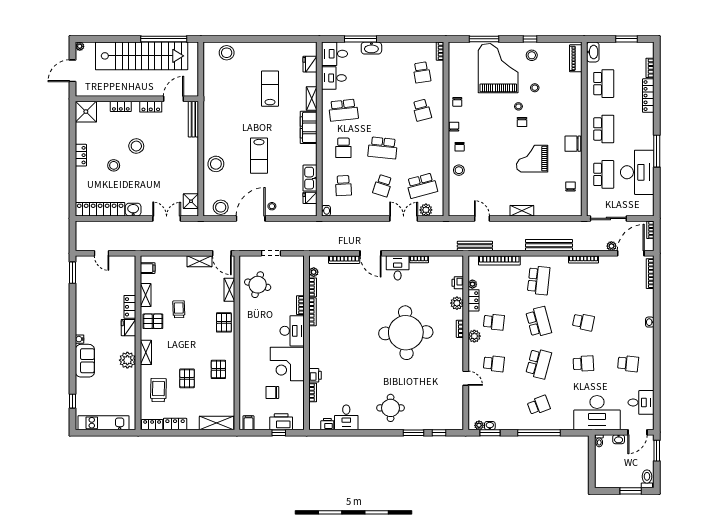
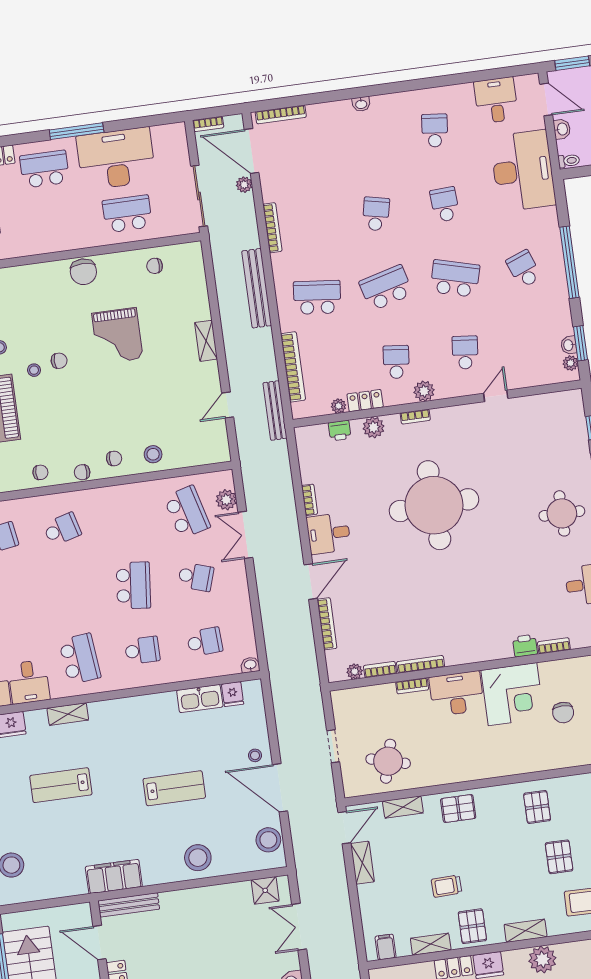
filing cabinet: (309, 127) -> (114, 877), moved, turned 180
school desk: (604, 129) -> (45, 169), moved
pallet: (218, 369) -> (537, 807), turned 90
pallet: (187, 378) -> (559, 857), turned 90

